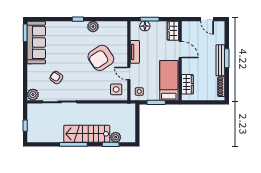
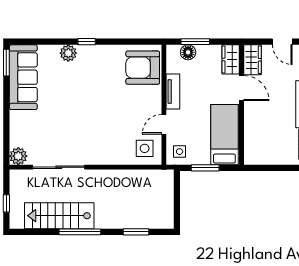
plant: (93, 27) -> (68, 53), moved
armchair: (101, 58) -> (143, 68), moved, turned 33
door: (129, 74) -> (164, 124), hinge flipped
armchair: (56, 78) -> (54, 130), removed
wardrobe: (187, 84) -> (252, 60), moved
stairs: (87, 134) -> (59, 216), moved
plant: (116, 137) -> (144, 221), removed

